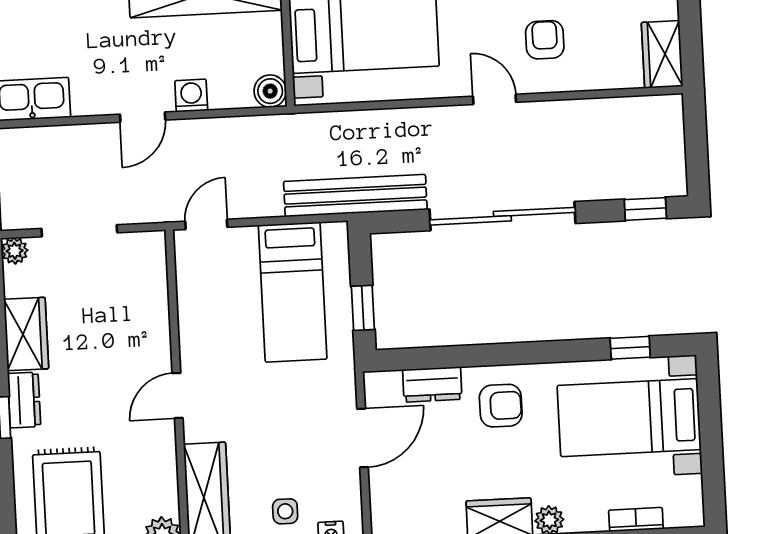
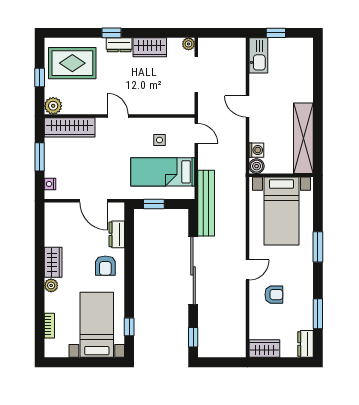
washing machine: (191, 96) -> (256, 150), moved
side table: (285, 511) -> (159, 140), moved

